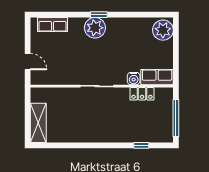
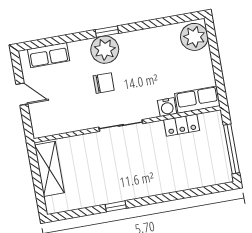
chair: (90, 52) -> (104, 83), added
door: (28, 62) -> (22, 94), moved
shelving: (38, 123) -> (49, 169), moved
window: (141, 145) -> (116, 206), moved

